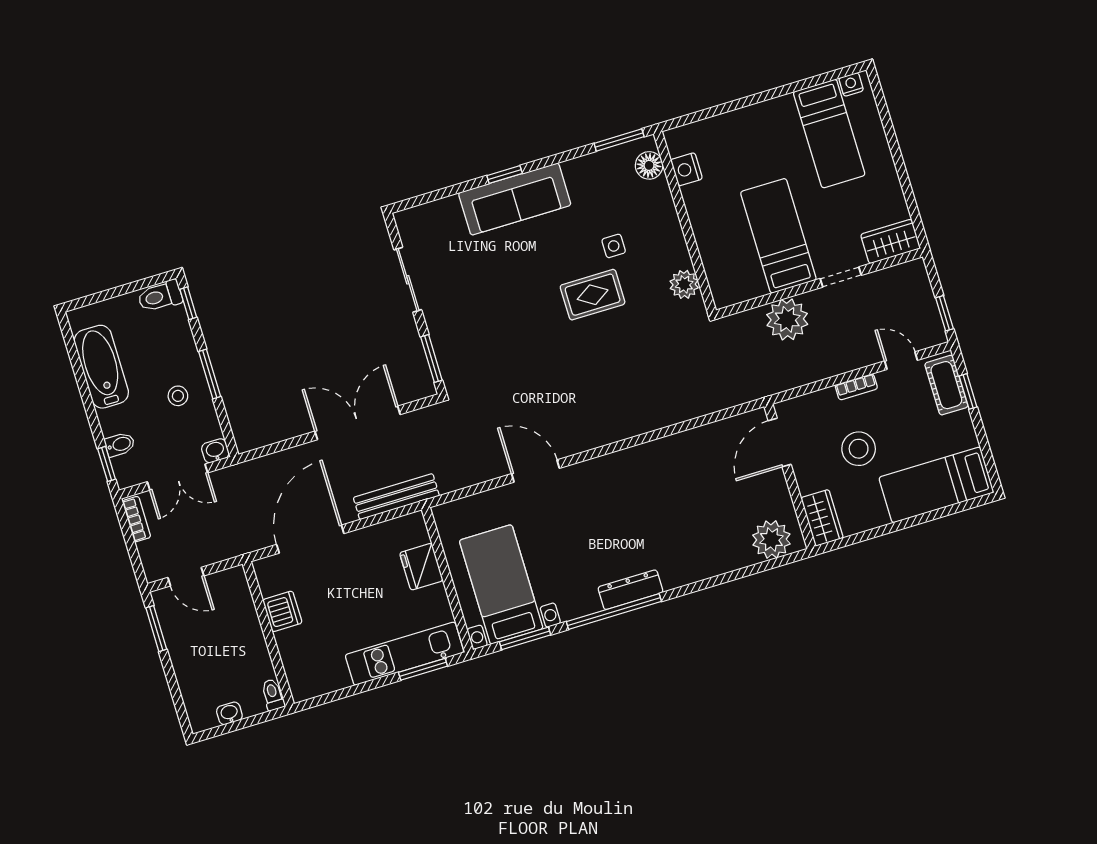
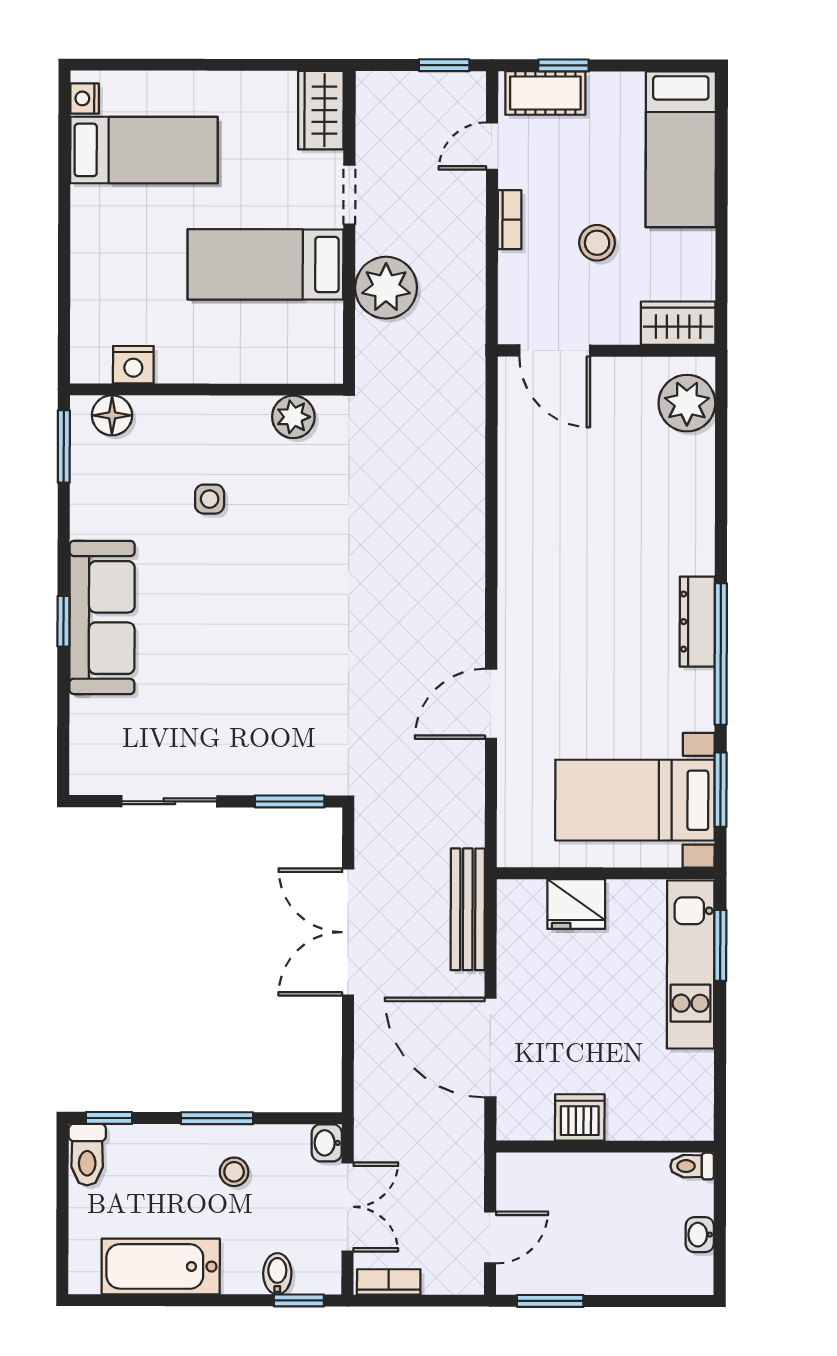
rug: (593, 295) -> (269, 549), removed
stool: (859, 449) -> (597, 243), width x0.73, depth x0.73

